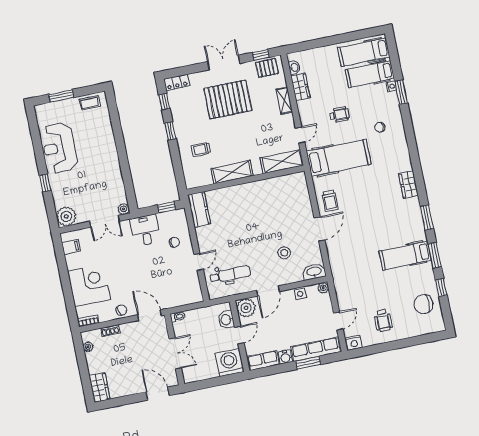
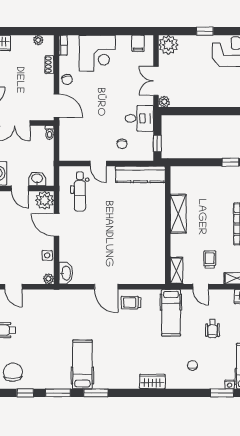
trolley: (201, 149) -> (210, 259), moved
hospital bed: (339, 158) -> (171, 313), width x0.73, depth x0.78
shelving: (282, 162) -> (177, 271), width x0.67, depth x0.75
wardrobe: (408, 184) -> (152, 382), moved
kitchen counter: (199, 210) -> (140, 174), width x1.50
stool: (284, 253) -> (90, 248), removed
hospital bed: (405, 256) -> (82, 364), moved
door: (150, 315) -> (56, 106), hinge flipped

